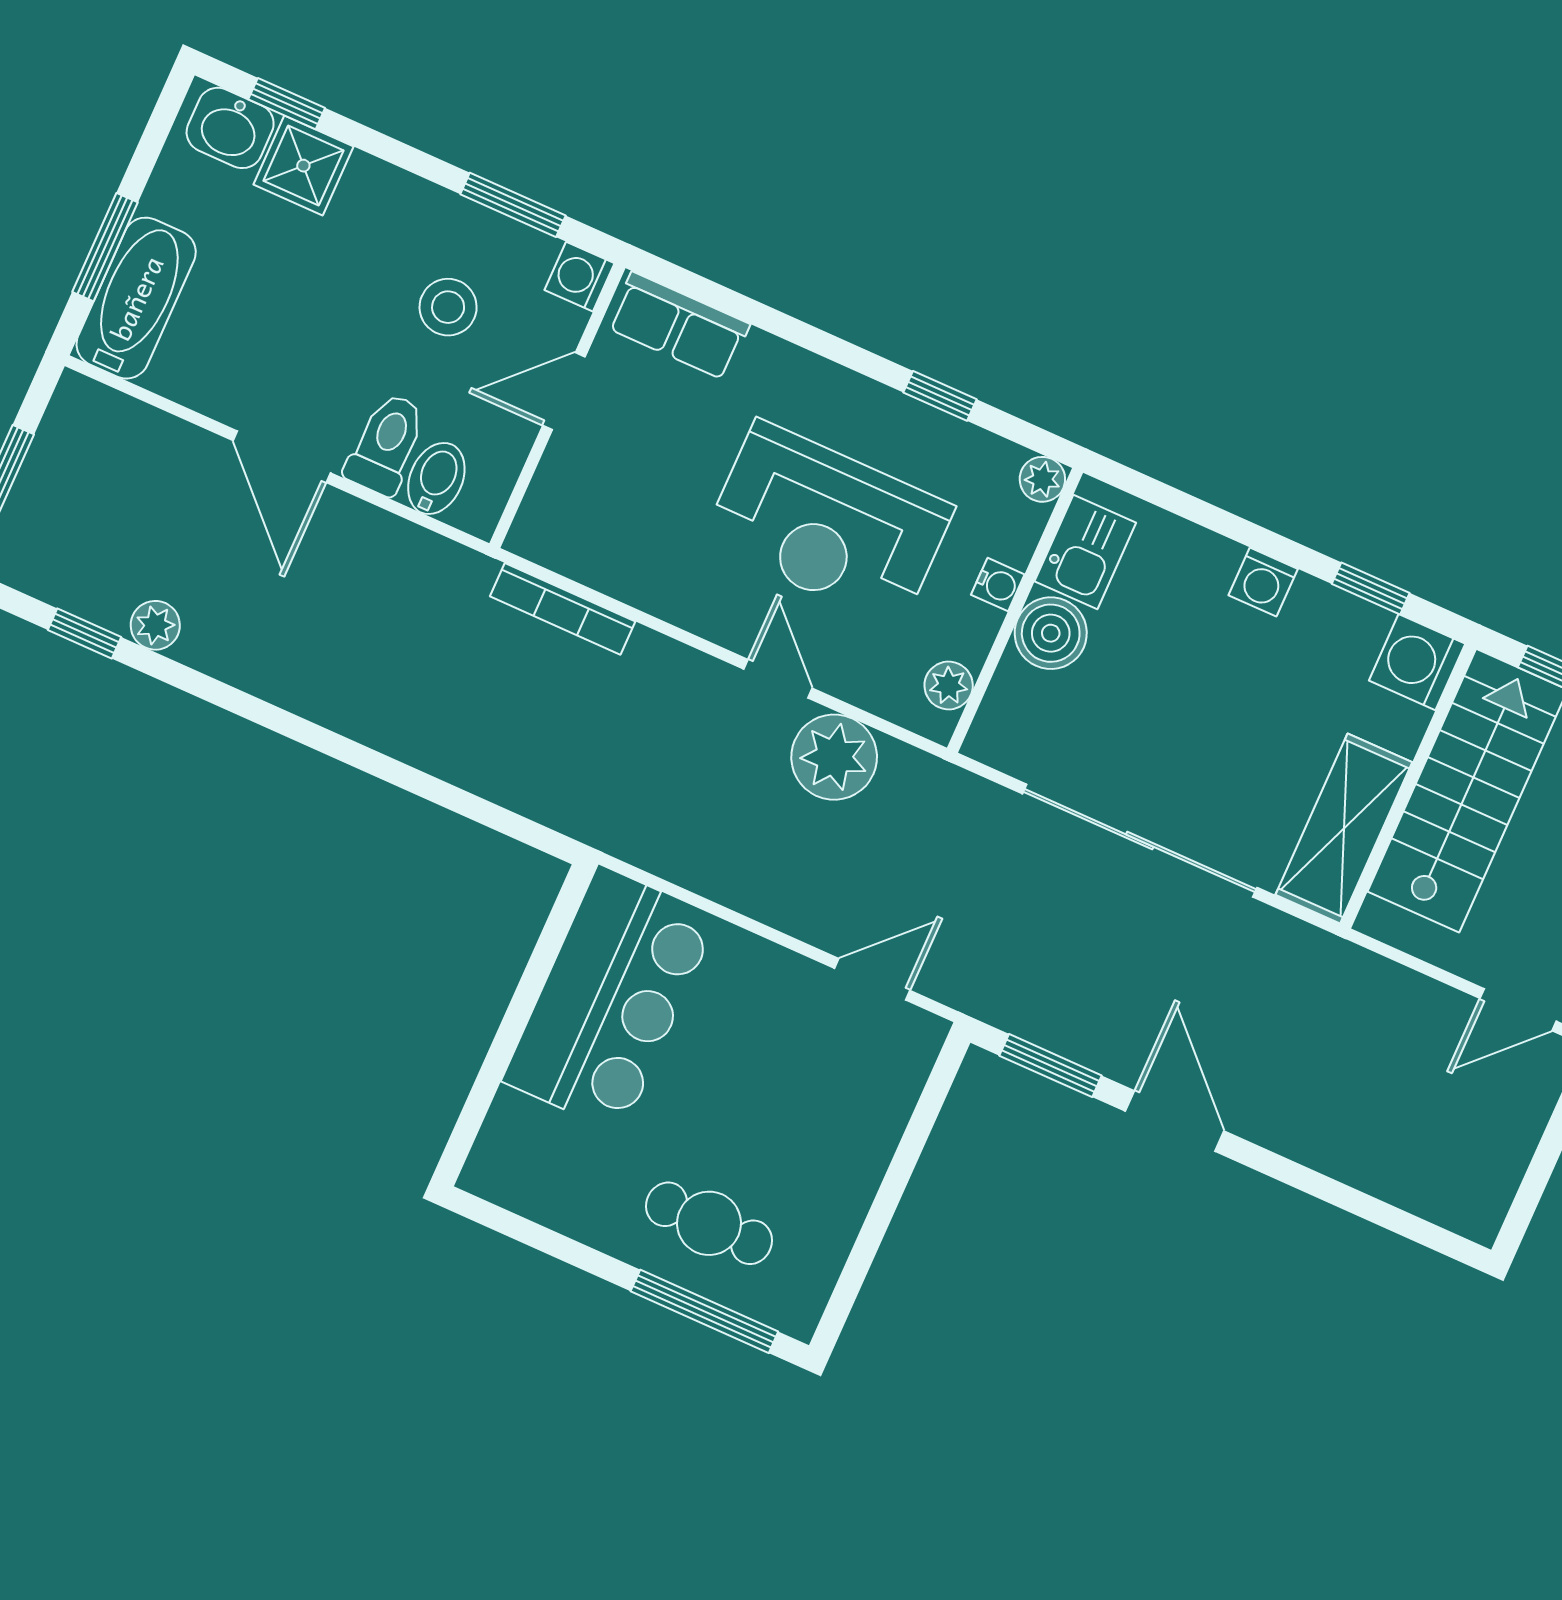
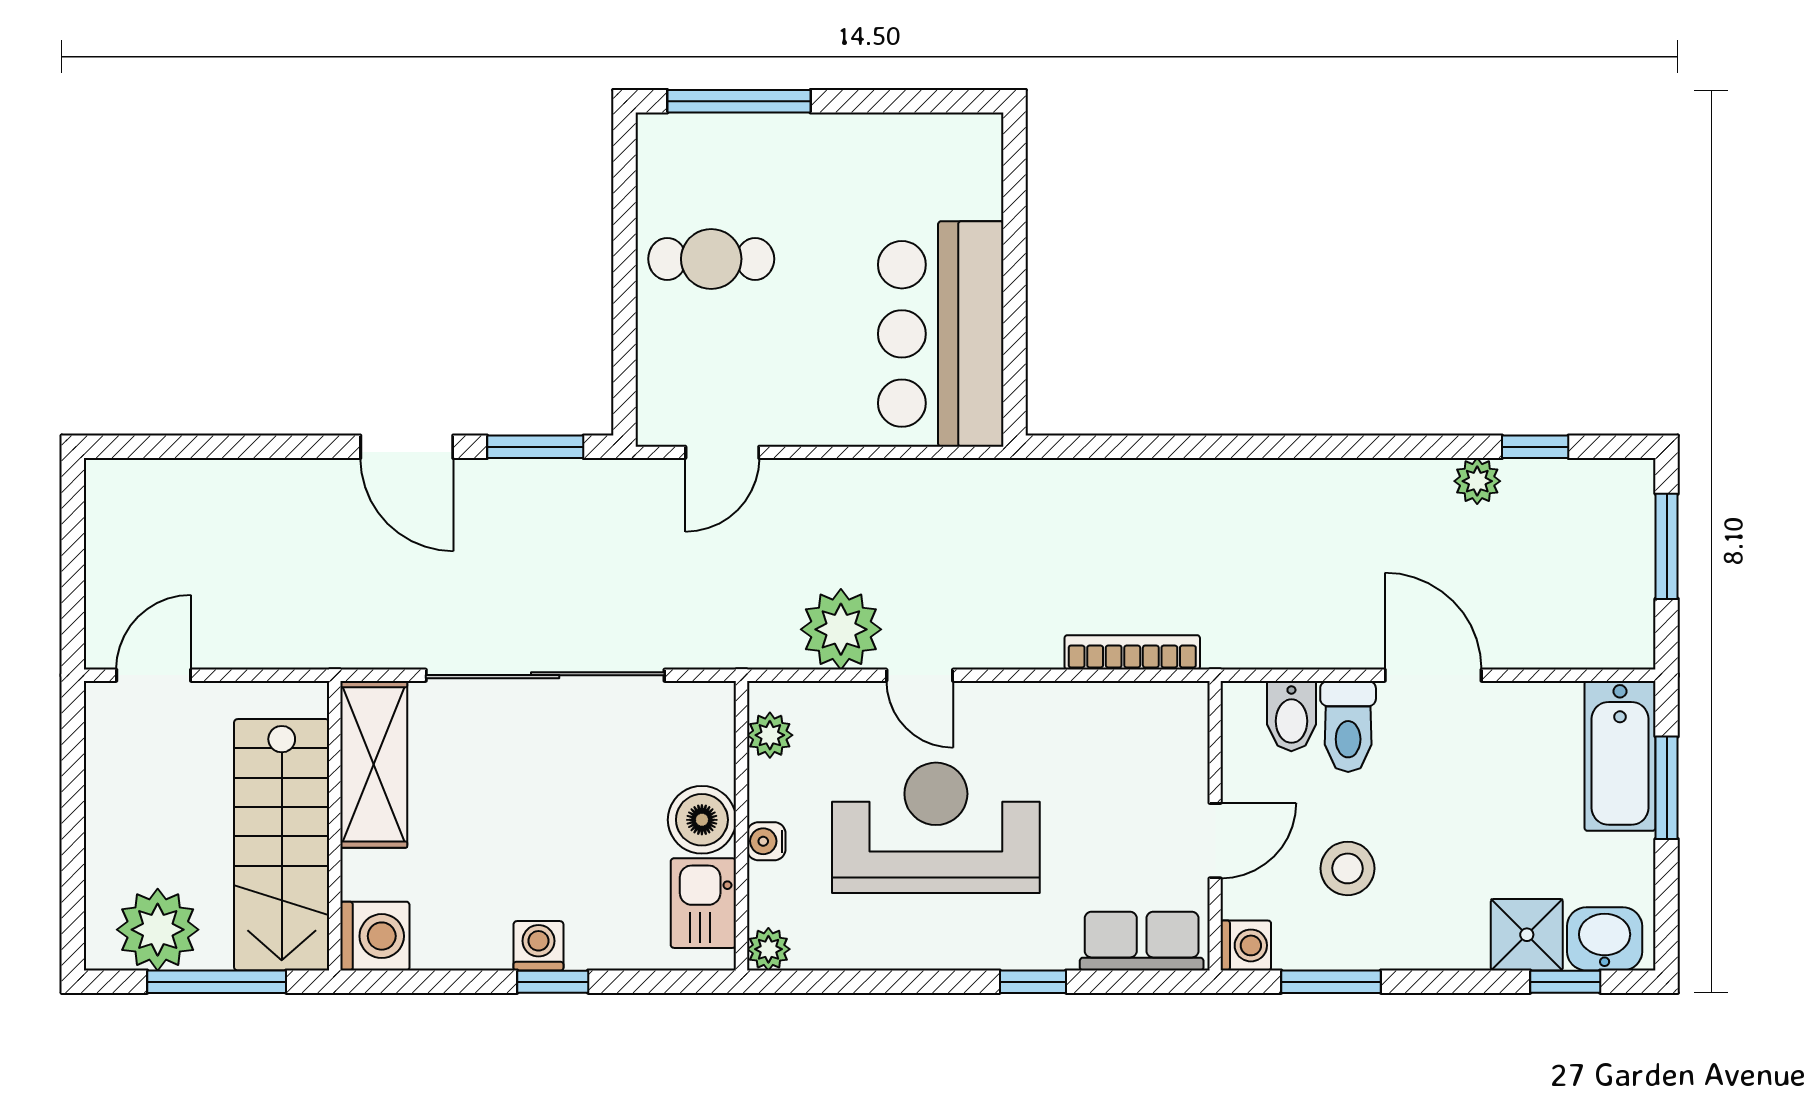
window: (940, 396) -> (1033, 982), moved
window: (1371, 588) -> (553, 982), moved
cafe table: (709, 1223) -> (711, 259), moved

